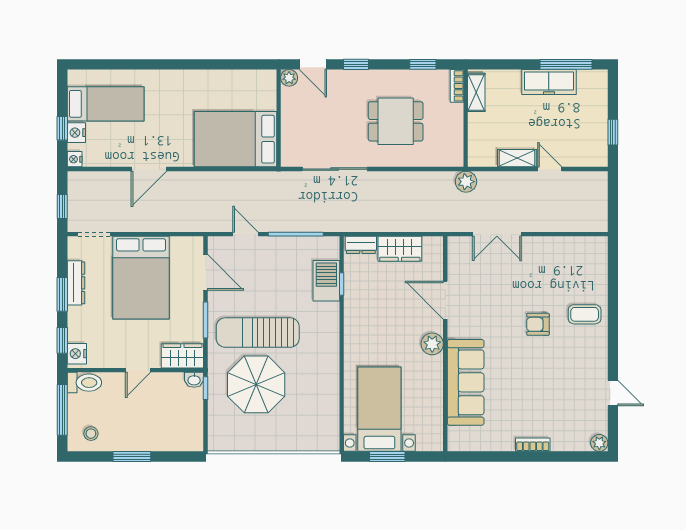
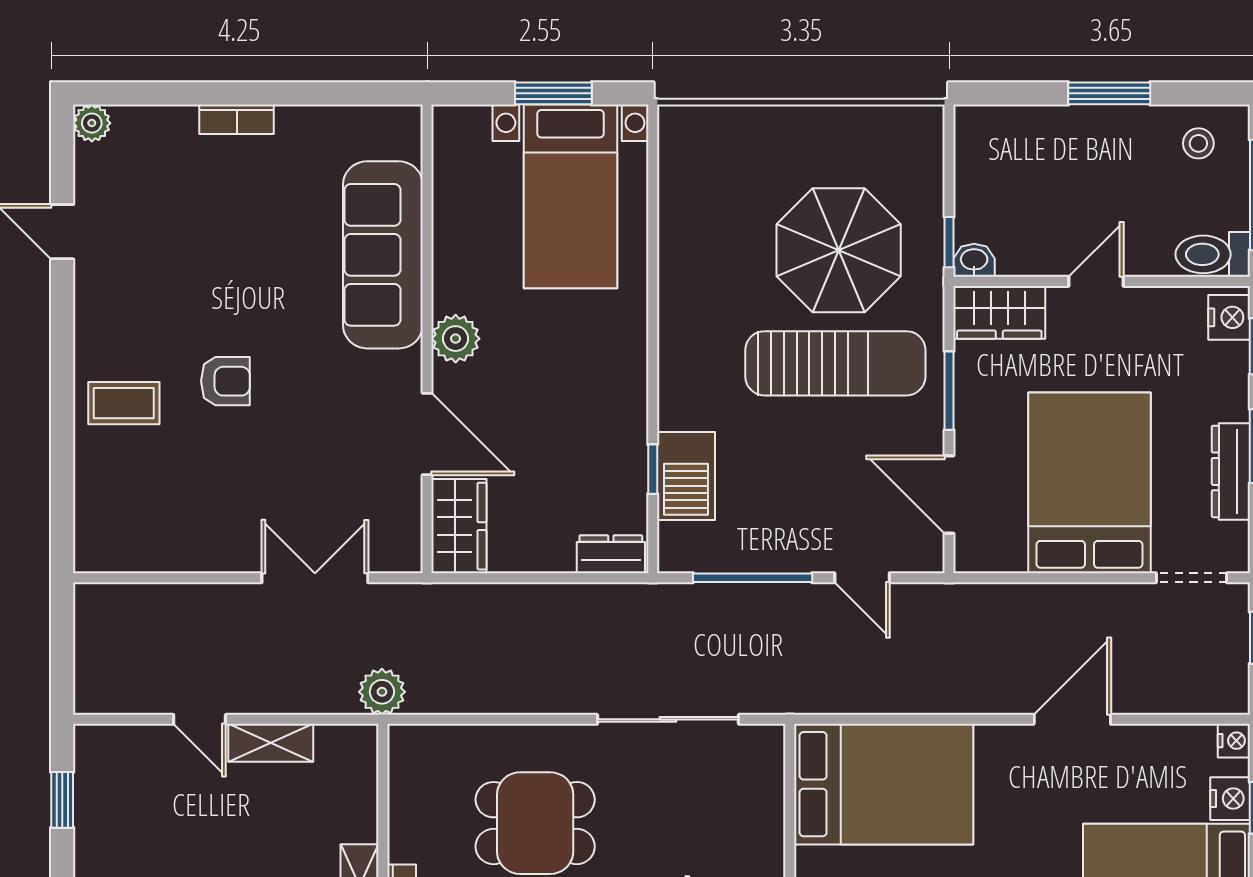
wardrobe: (400, 249) -> (459, 526), moved, turned 90

